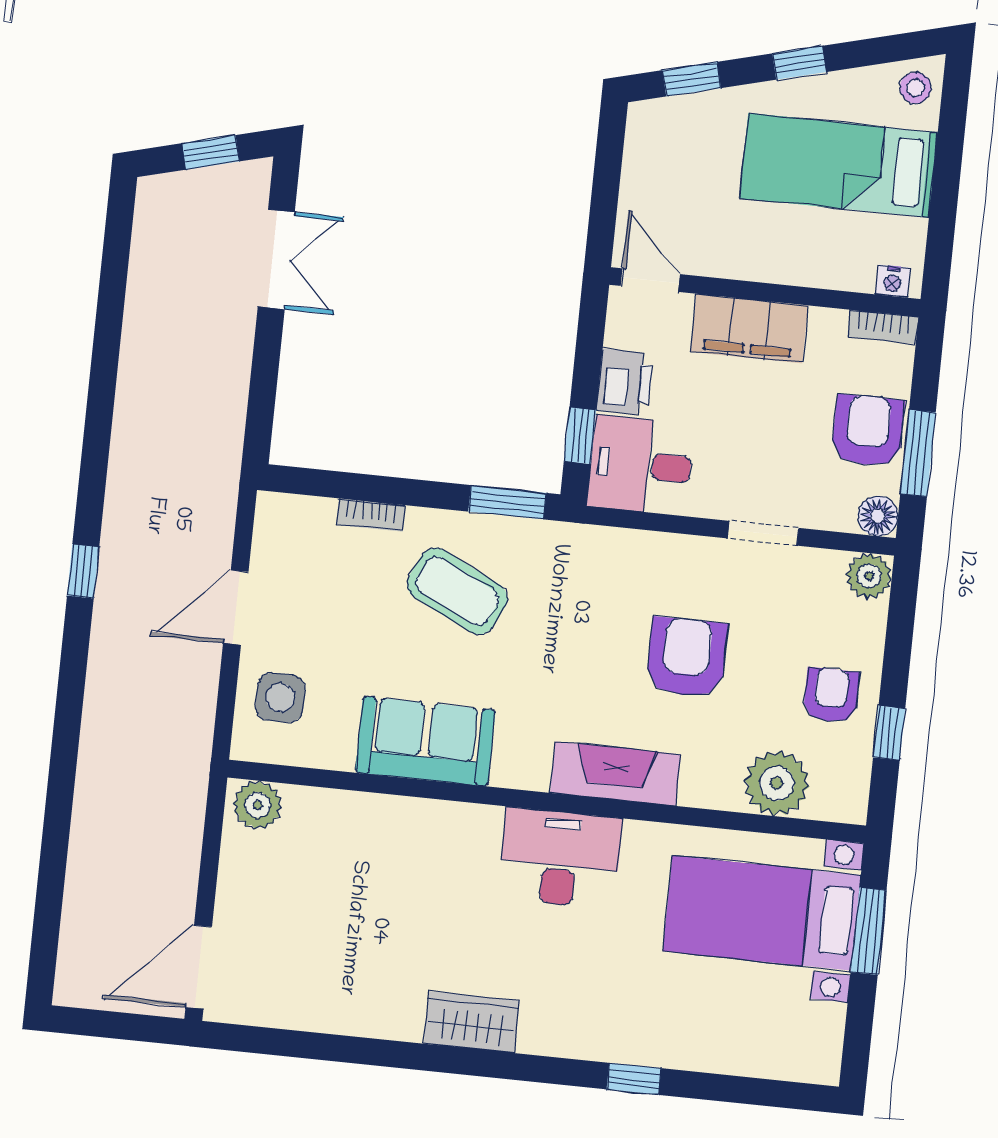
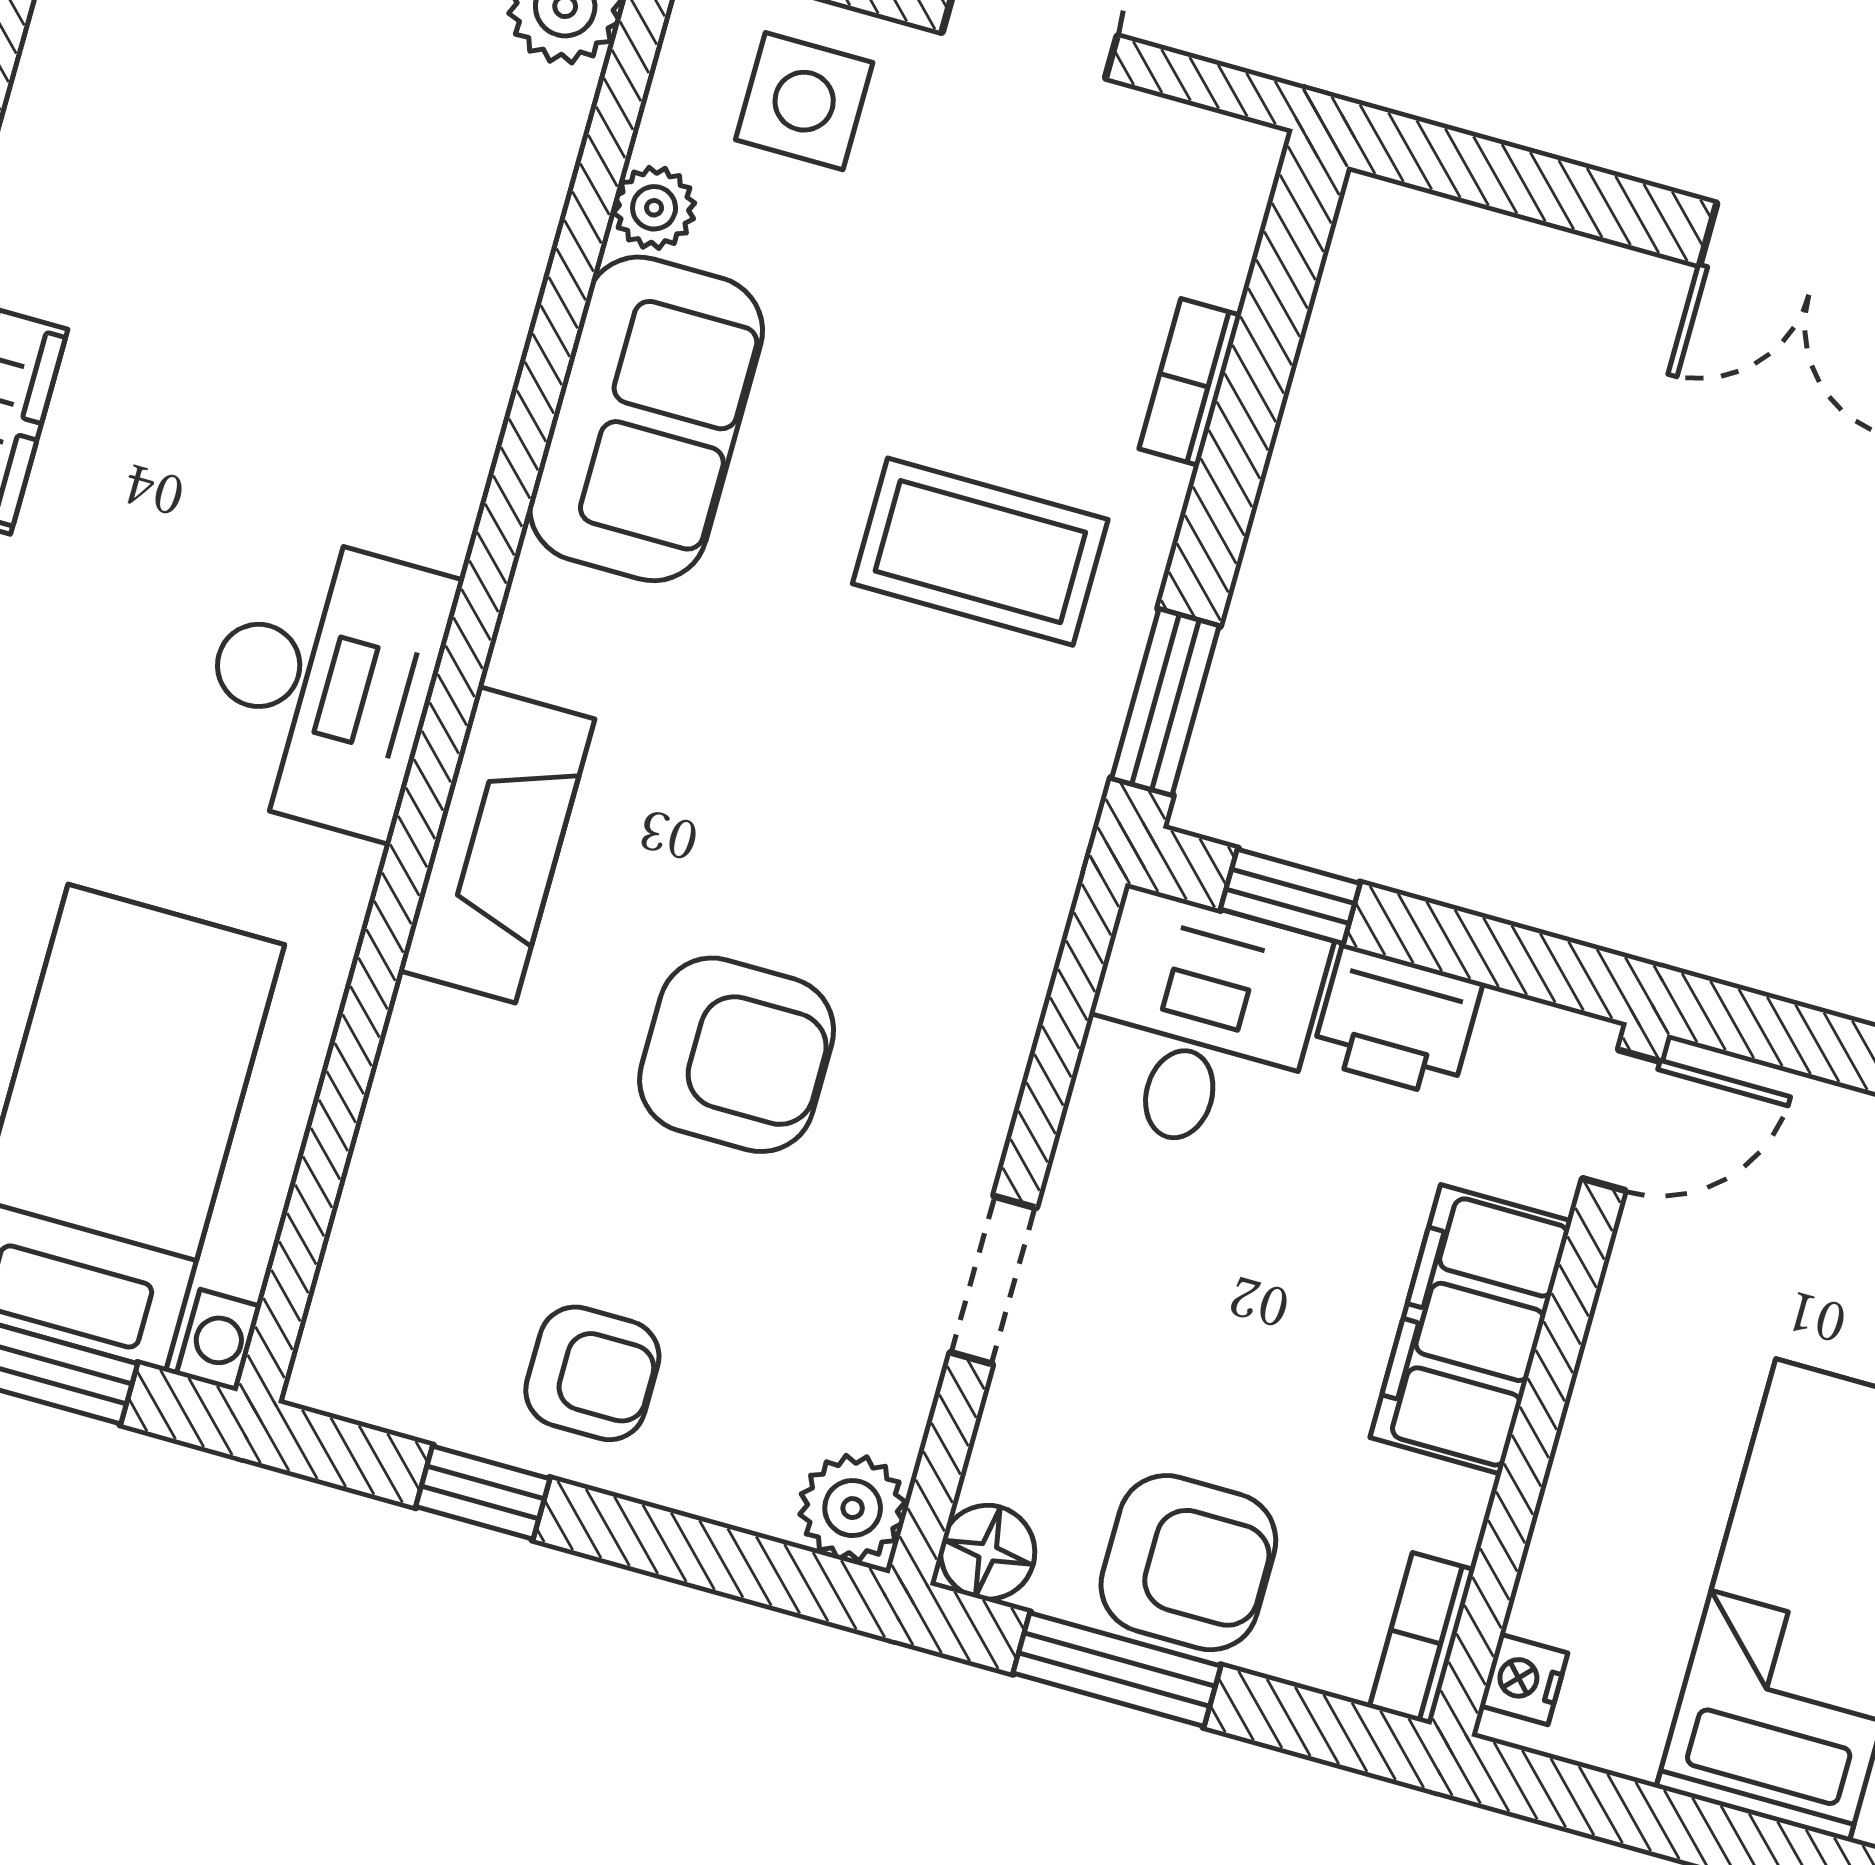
coffee table: (457, 591) -> (980, 552), turned 64
plant: (777, 783) -> (654, 208), moved, width x0.53, depth x0.53

